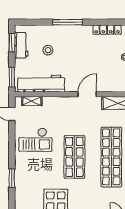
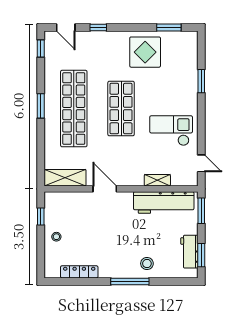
stool: (48, 50) -> (147, 264), moved
door: (87, 94) -> (105, 189), swing flipped
shelving: (32, 101) -> (157, 180), moved

